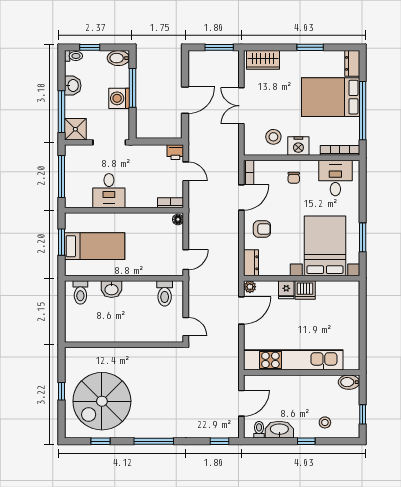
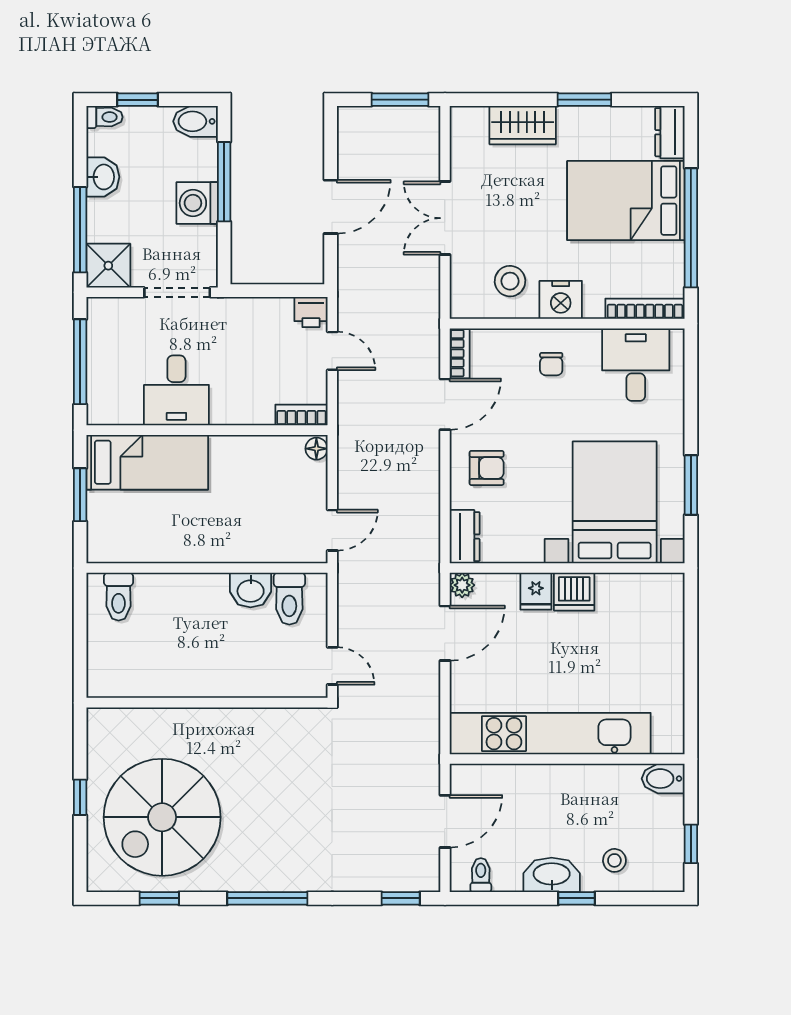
wardrobe: (263, 60) -> (523, 125), moved
bed: (95, 246) -> (147, 462), moved
washbasin: (111, 289) -> (251, 590), moved
washbasin: (279, 430) -> (552, 875), moved

